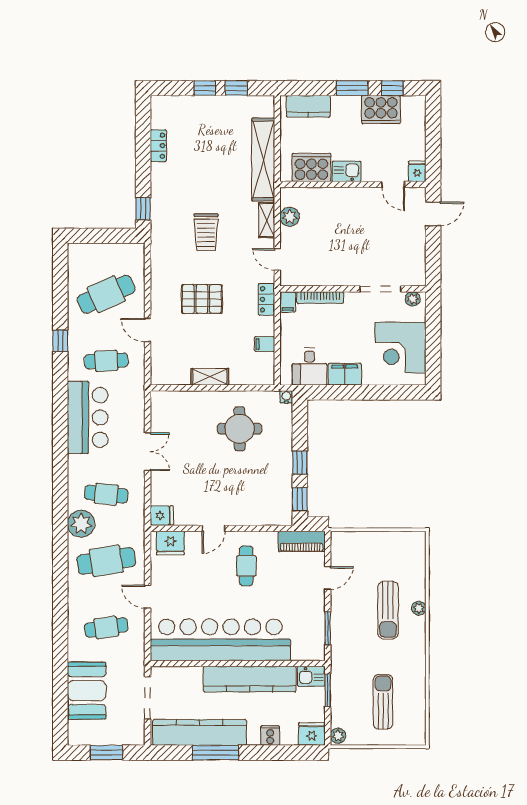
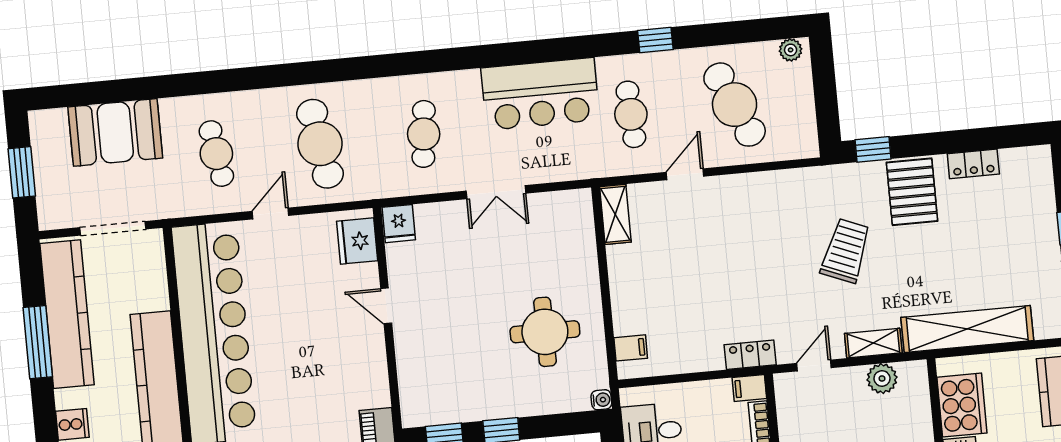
trolley: (206, 232) -> (846, 251), turned 112
pallet: (202, 299) -> (912, 192), moved
filing cabinet: (264, 344) -> (631, 348), moved, turned 90
shelving: (210, 377) -> (615, 214), moved
plant: (81, 524) -> (791, 50), moved, width x0.53, depth x0.53
cafe table: (246, 566) -> (333, 362), removed

